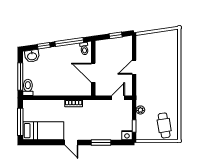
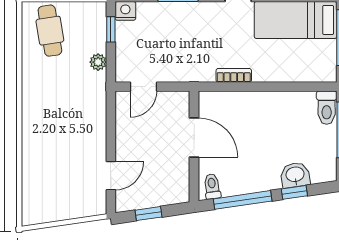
washbasin: (32, 56) -> (295, 175), moved
door: (134, 67) -> (111, 176), moved

